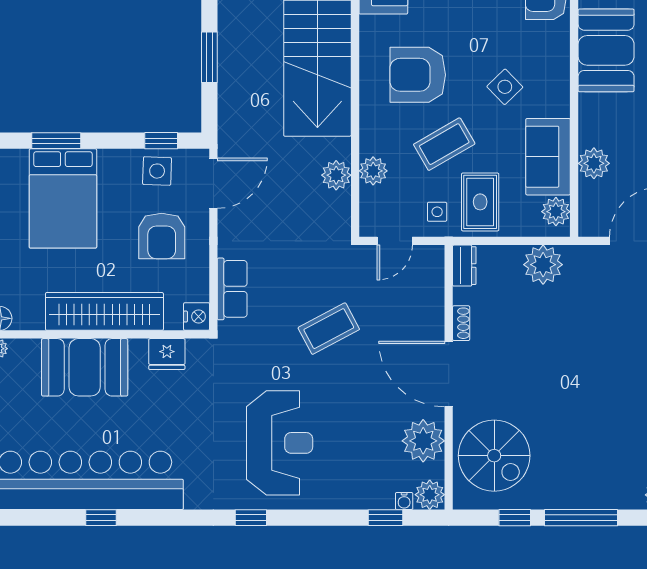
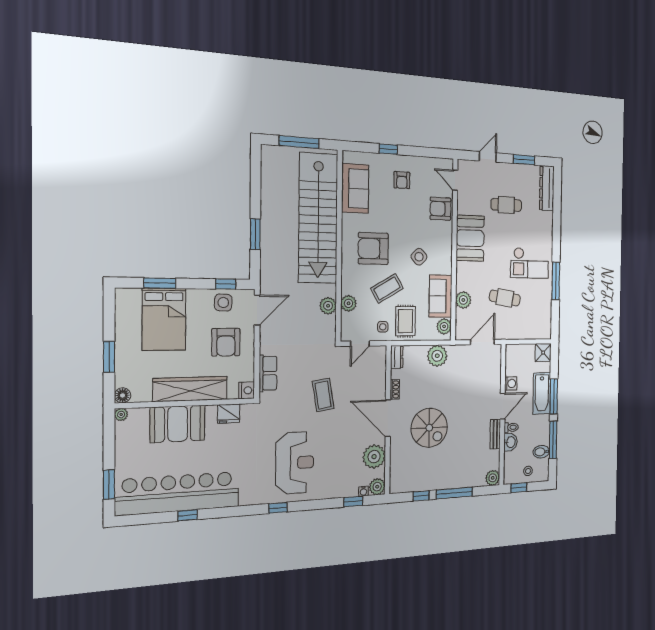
coffee table: (329, 329) -> (323, 395), turned -71
spiral stairs: (494, 456) -> (429, 428), moved

